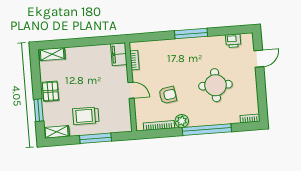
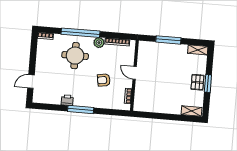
printer: (233, 41) -> (67, 100), moved
filing cabinet: (119, 54) -> (139, 103), removed
round table: (215, 85) -> (75, 56), moved
armchair: (168, 95) -> (104, 80), moved
window: (39, 110) -> (208, 83), moved
trolley: (86, 116) -> (173, 59), removed

